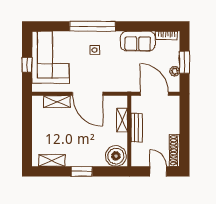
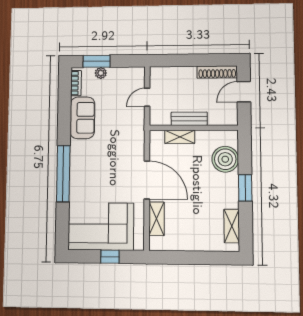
side table: (95, 50) -> (92, 171), removed
window: (185, 62) -> (97, 61), moved
plant: (175, 71) -> (101, 73), moved
door: (88, 94) -> (147, 180), hinge flipped
door: (154, 94) -> (147, 97), width x0.53
boiler: (116, 156) -> (225, 159), moved

